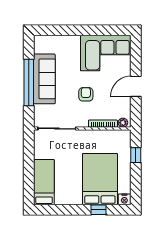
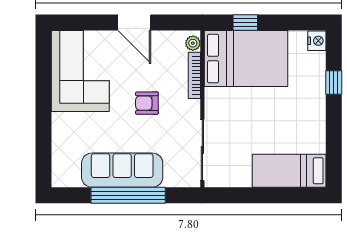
bed: (100, 179) -> (246, 59), moved, turned 180

